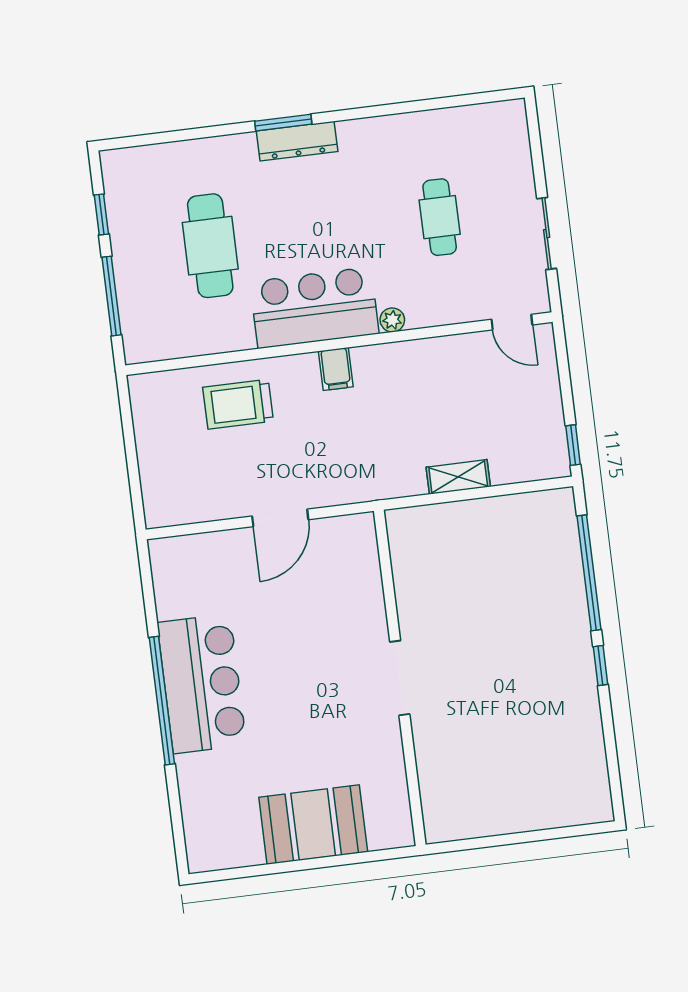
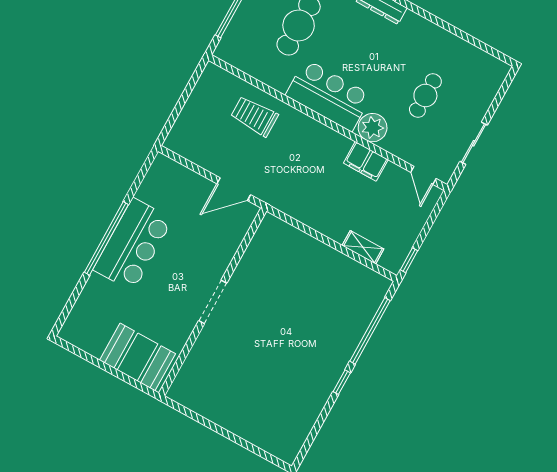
plant: (392, 320) -> (373, 128), width x1.87, depth x1.87
filing cabinet: (336, 369) -> (366, 161), moved, width x2.00
shelving: (458, 477) -> (363, 247), moved
doorway: (400, 678) -> (213, 302), moved
wall: (400, 678) -> (213, 302), moved

